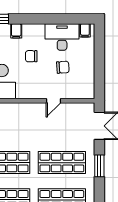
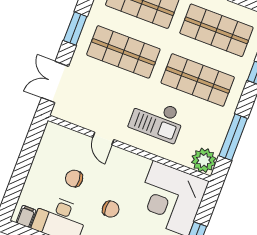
door: (54, 101) -> (103, 138), swing flipped
checkout: (23, 127) -> (157, 119), added

